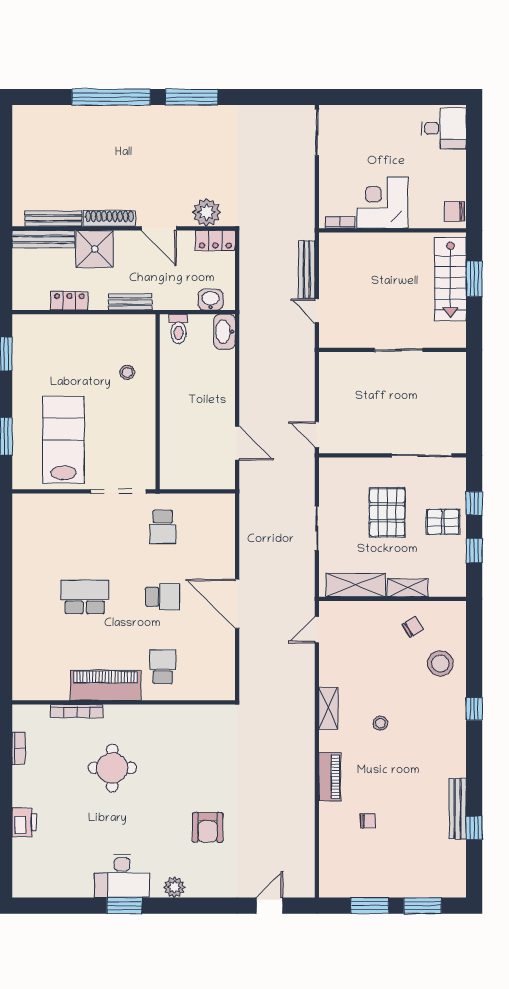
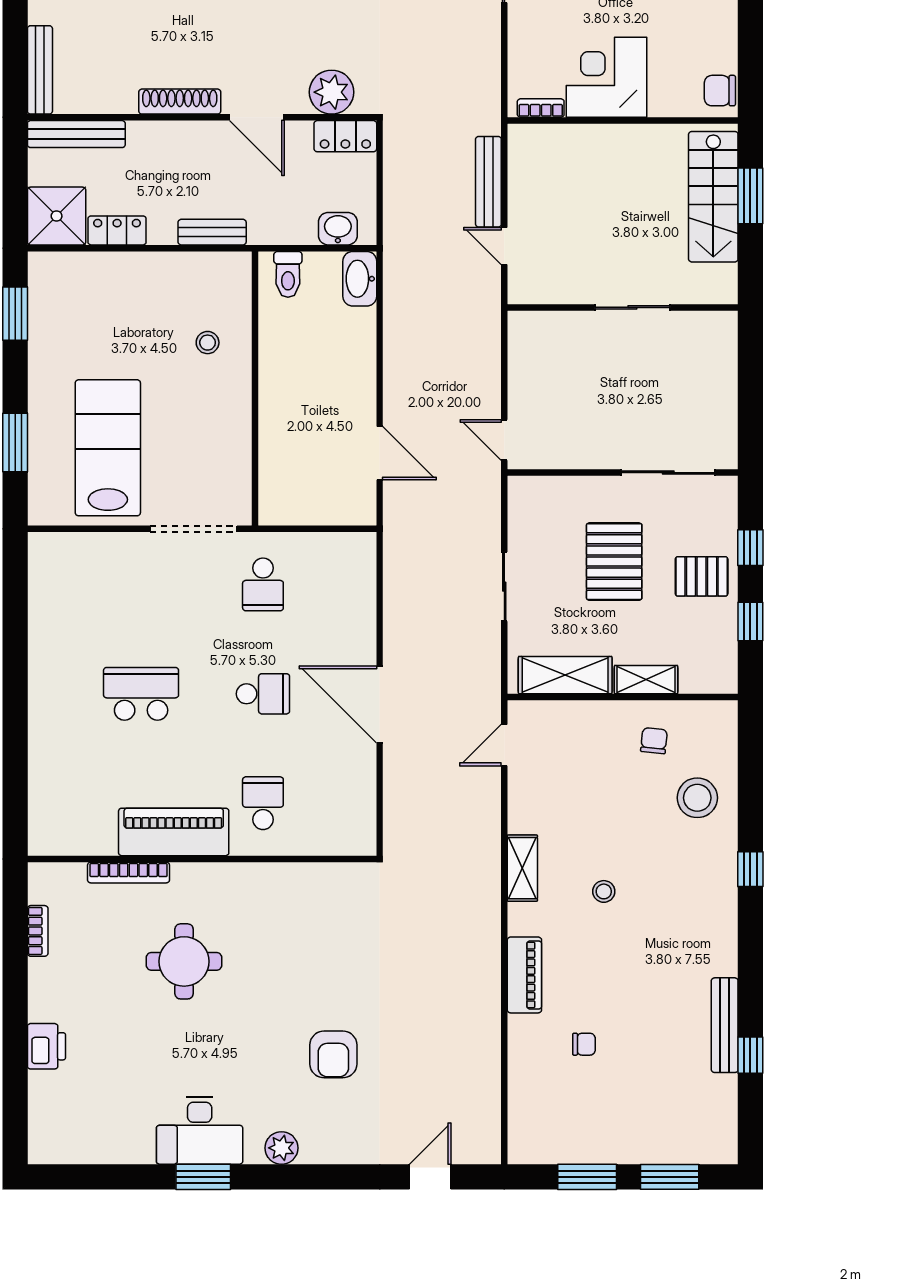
bench: (53, 219) -> (40, 70), moved, turned 90
shower: (95, 249) -> (57, 216), moved
chair: (413, 627) -> (654, 741), turned -53

